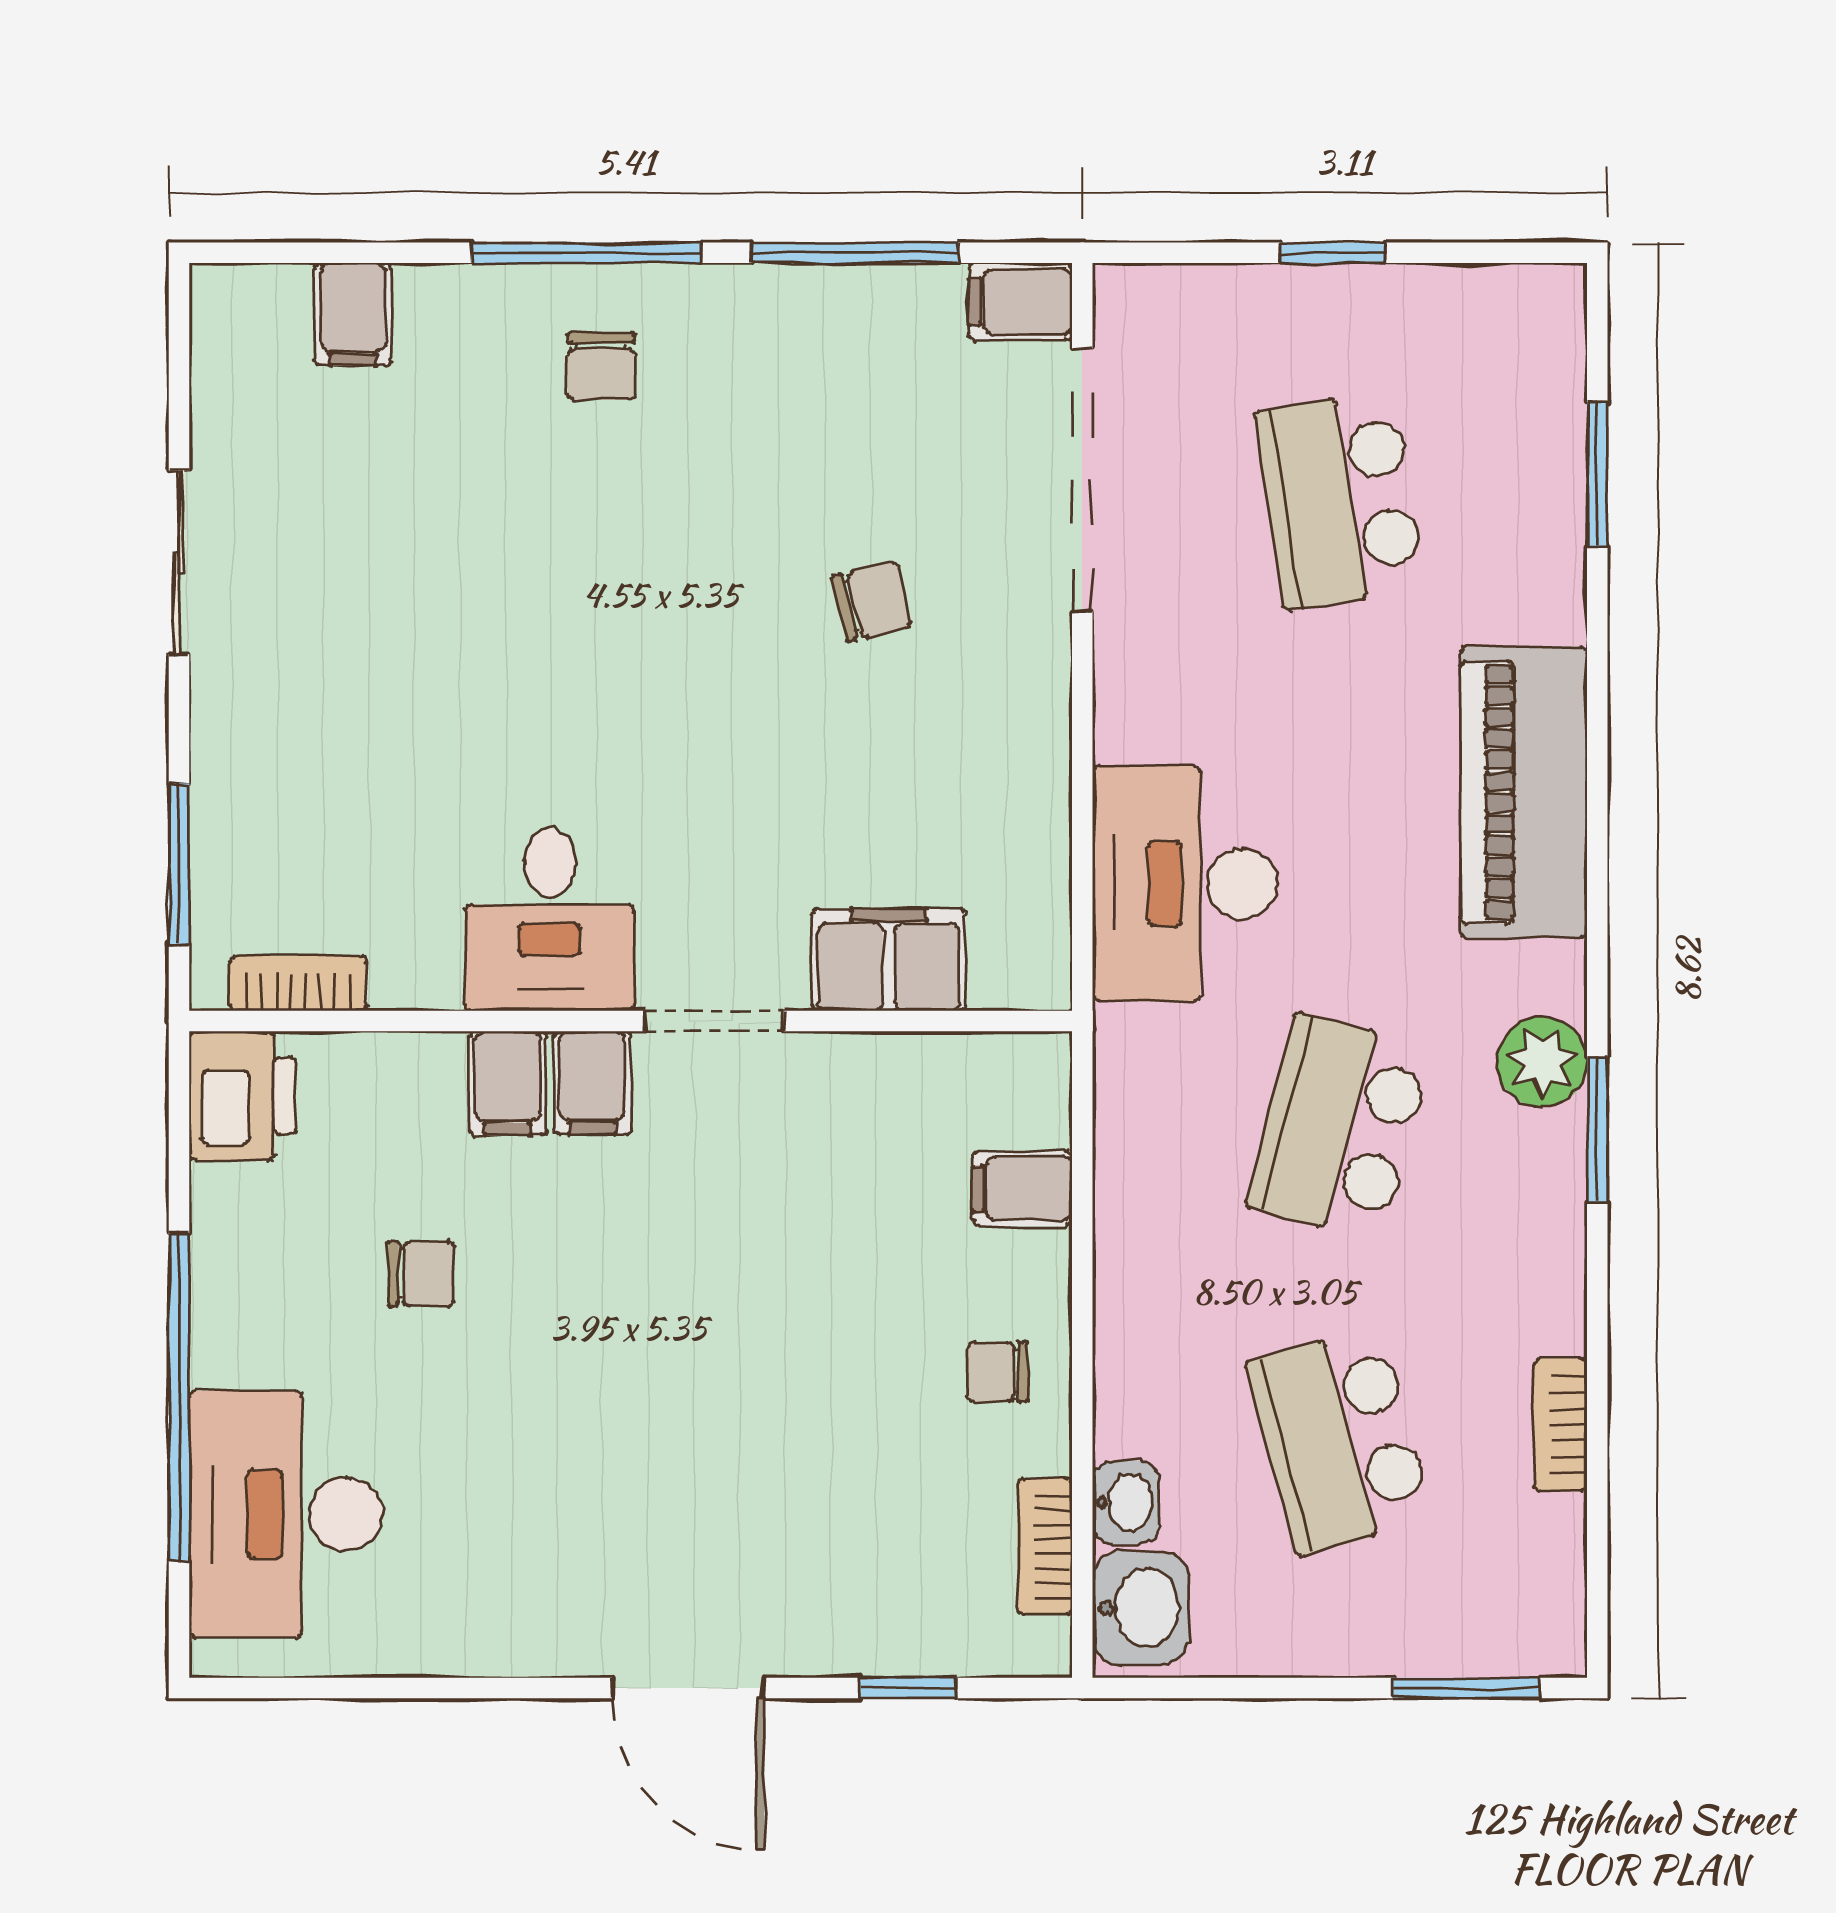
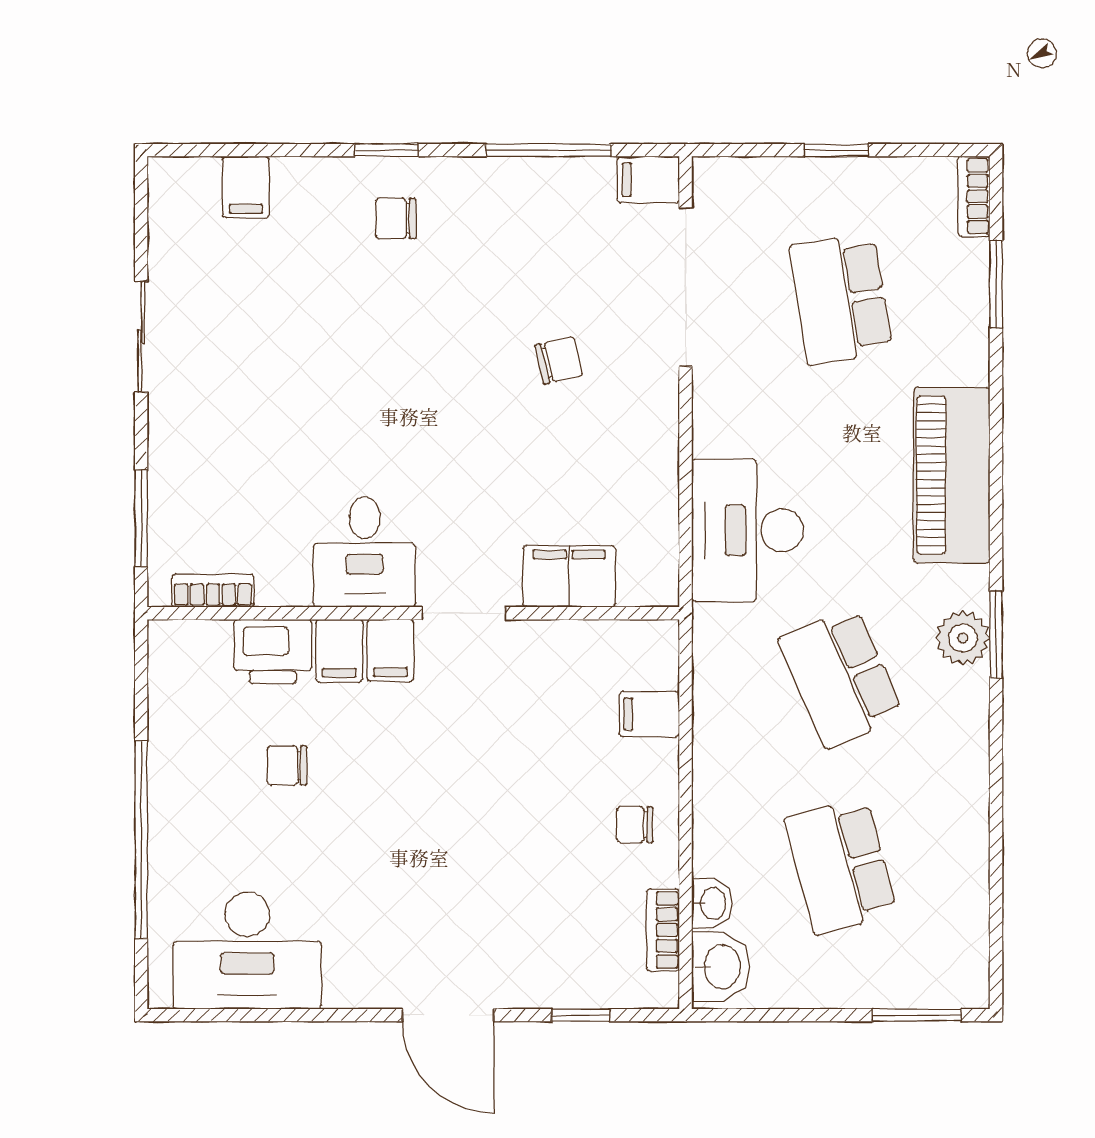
window: (586, 253) -> (386, 150), width x0.46
chair: (601, 366) -> (396, 218), turned 90
printer: (242, 1096) -> (273, 651), moved, turned 90
school desk: (1340, 1127) -> (841, 677), turned -39
window: (1597, 1129) -> (996, 635), moved
chair: (421, 1274) -> (287, 765), turned 180
bookcase: (1560, 1425) -> (974, 196), moved
desk: (286, 1514) -> (247, 951), moved, turned -90

